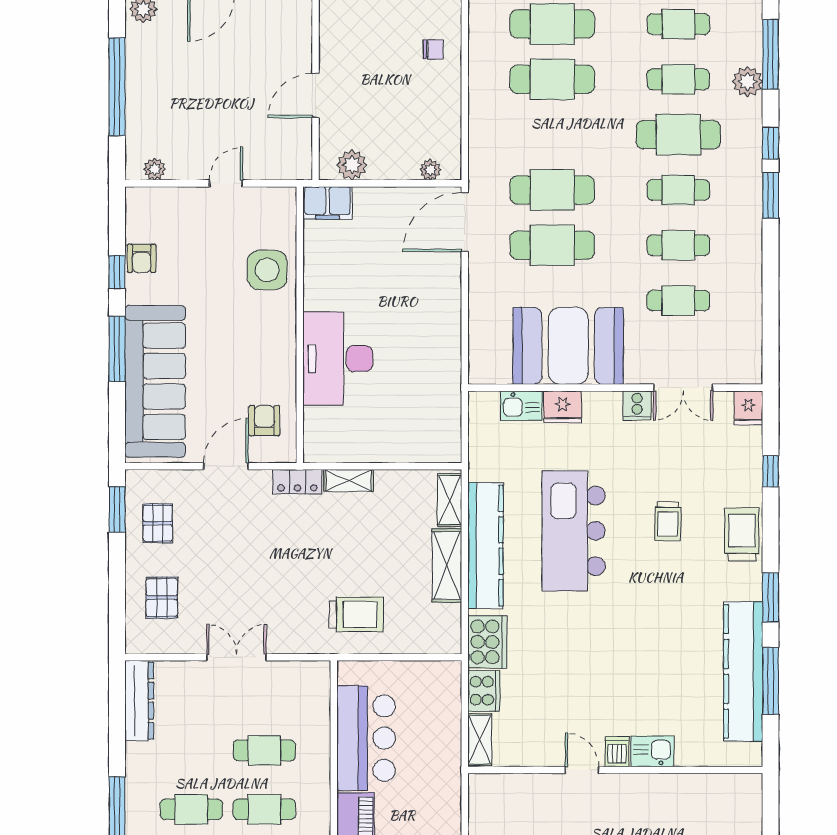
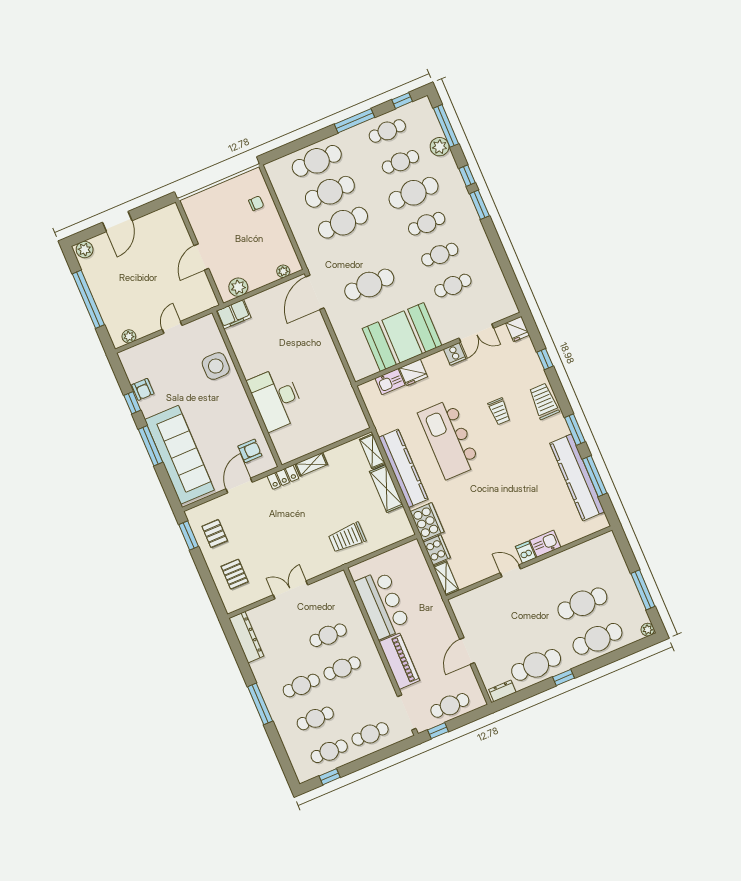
cafe table: (552, 190) -> (343, 223), moved
armchair: (264, 421) -> (250, 451), turned 90
trolley: (356, 614) -> (347, 537), turned 180

